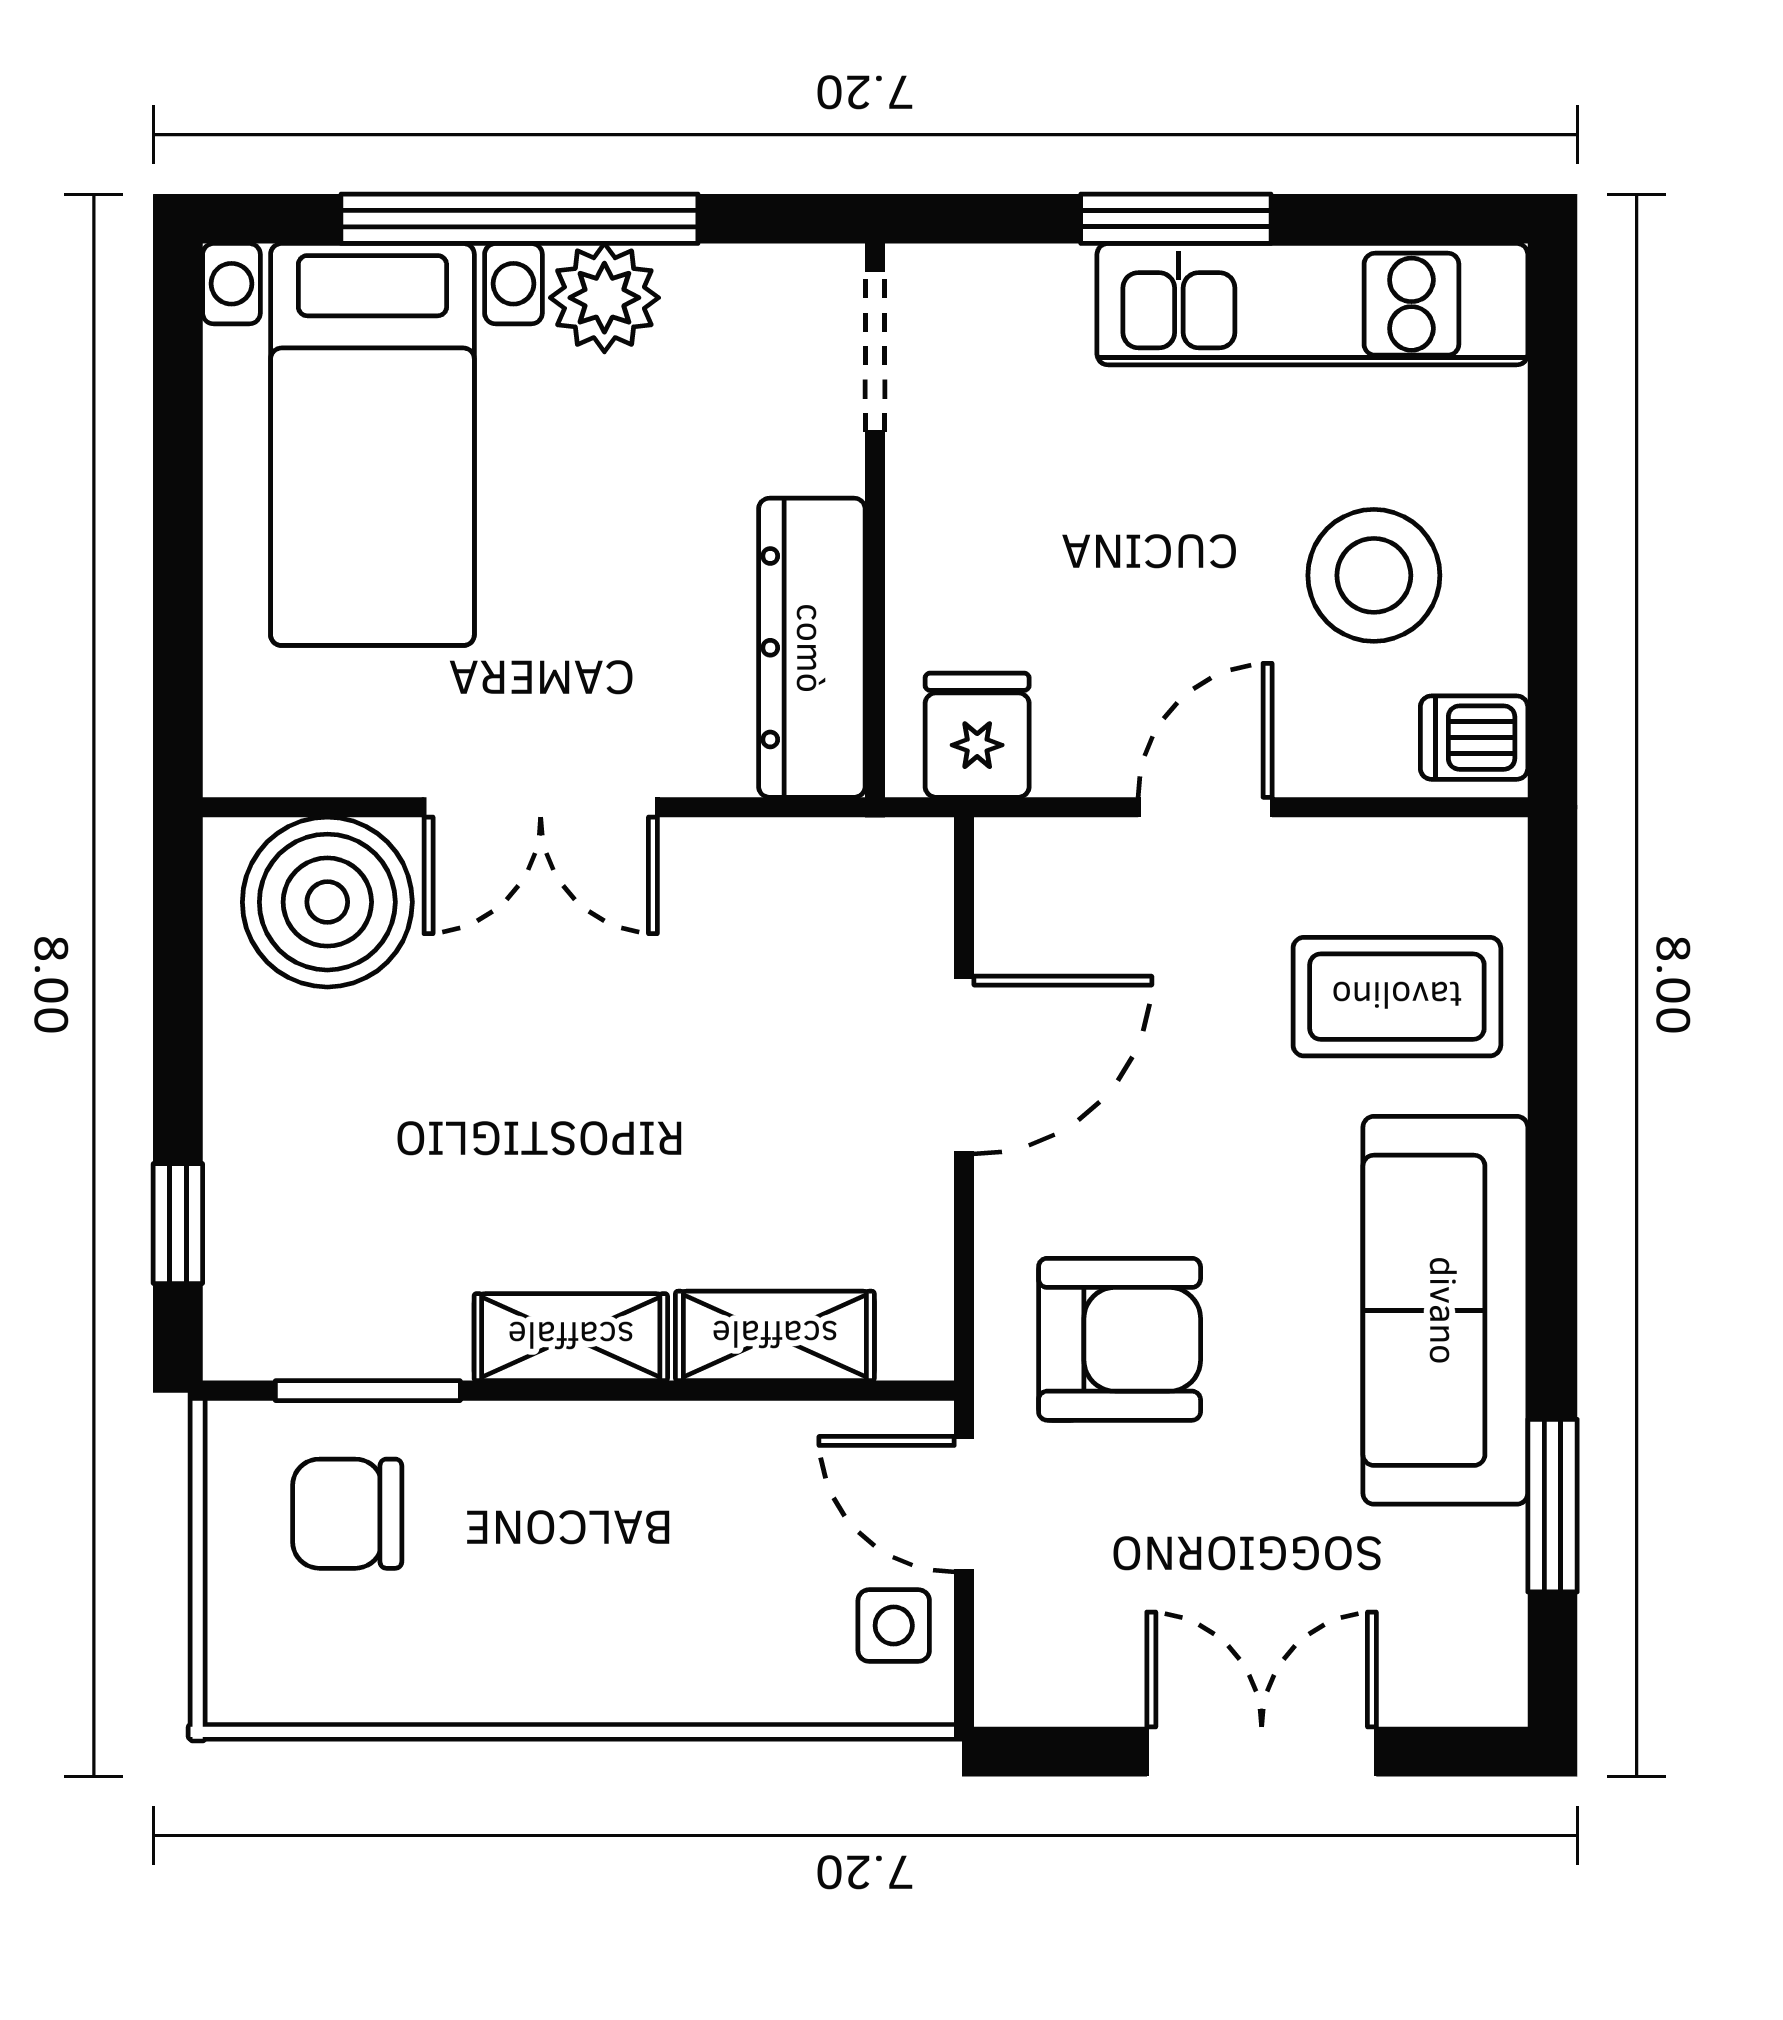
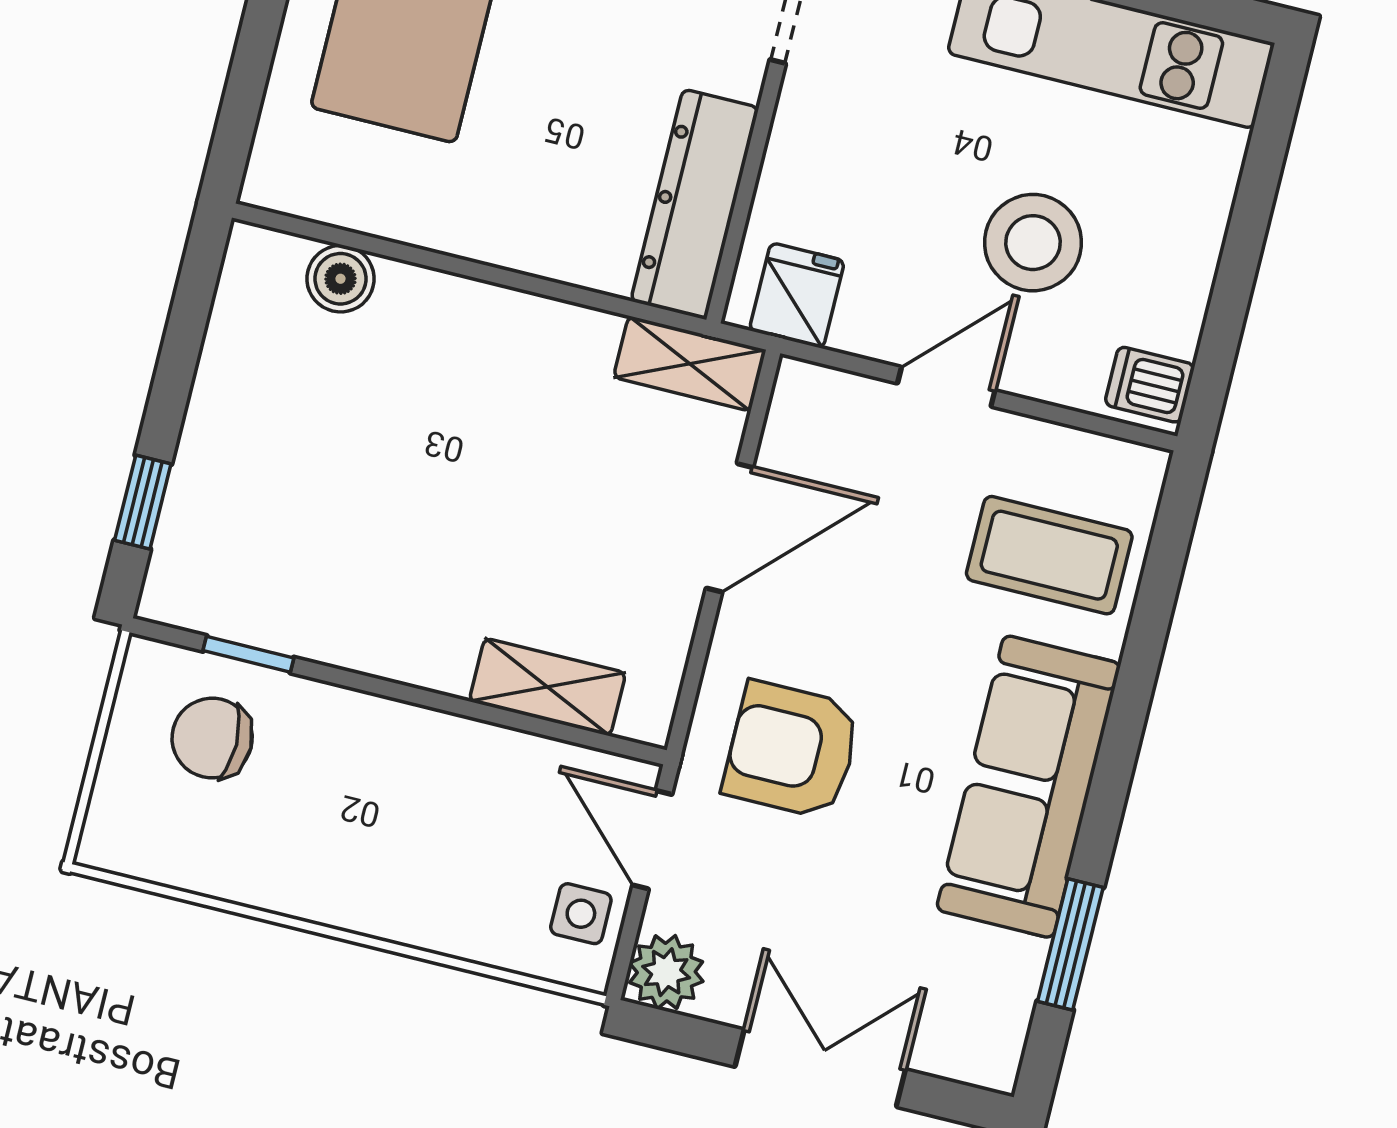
stool: (1374, 575) -> (1033, 243), moved
double door: (541, 807) -> (474, 270), removed
boiler: (327, 902) -> (341, 279), width x0.54, depth x0.54
shelving: (571, 1337) -> (690, 364), moved
armchair: (1120, 1339) -> (792, 750), turned 180
window: (368, 1391) -> (248, 654), width x0.67
plant: (1026, 1675) -> (666, 972), added

